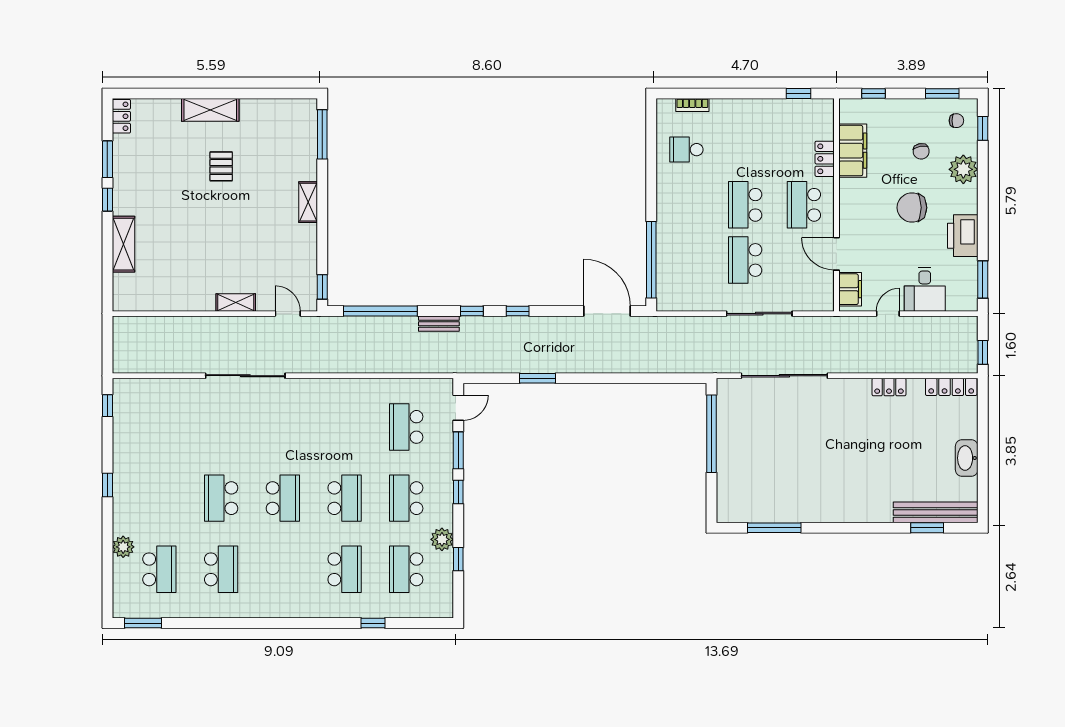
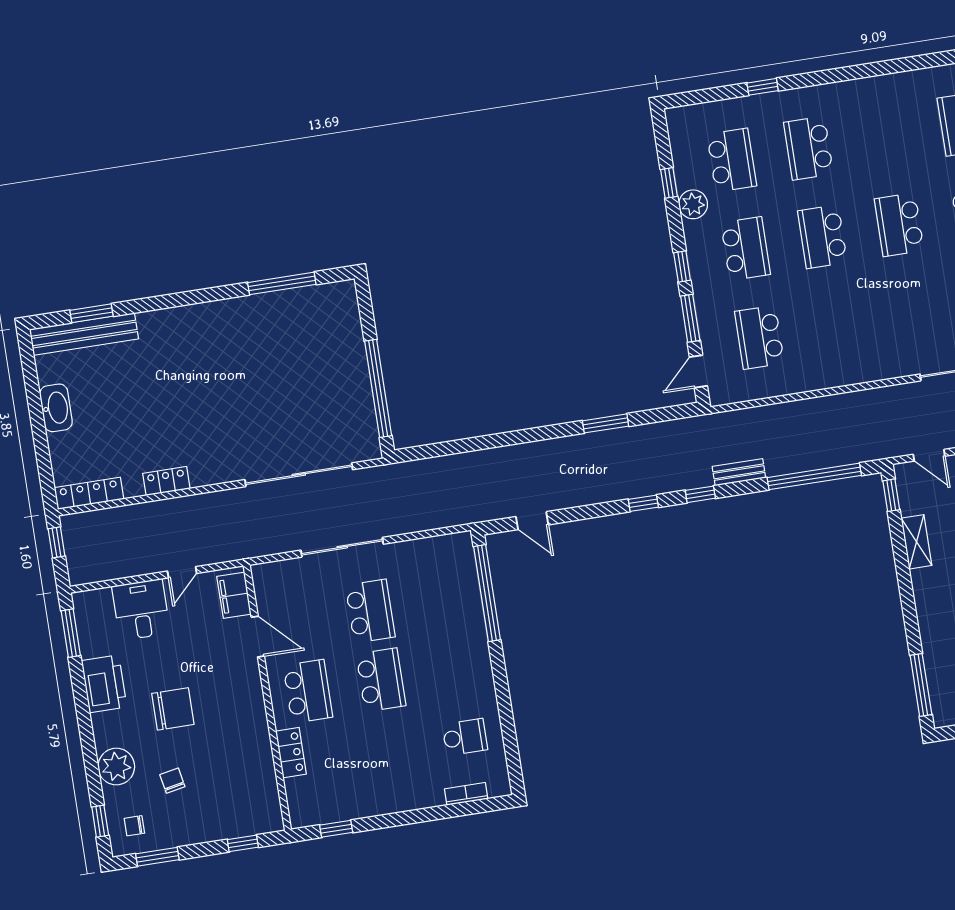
filing cabinet: (853, 151) -> (258, 768), removed
shelving: (308, 202) -> (916, 542), moved
door: (607, 311) -> (532, 521), width x0.53
school desk: (406, 427) -> (759, 337), turned 180

